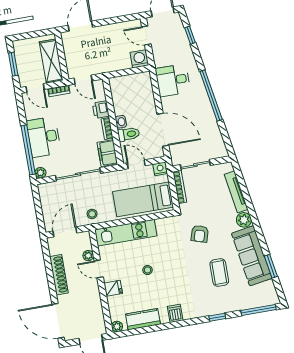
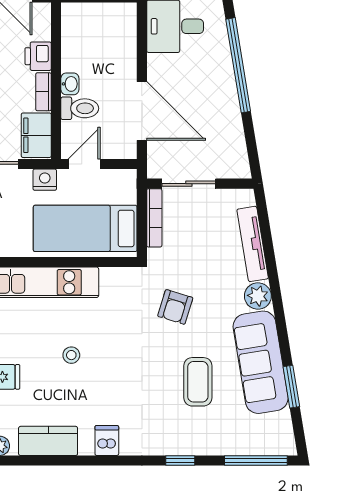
door: (136, 164) -> (84, 164), hinge flipped
nightstand: (160, 169) -> (45, 180), moved

